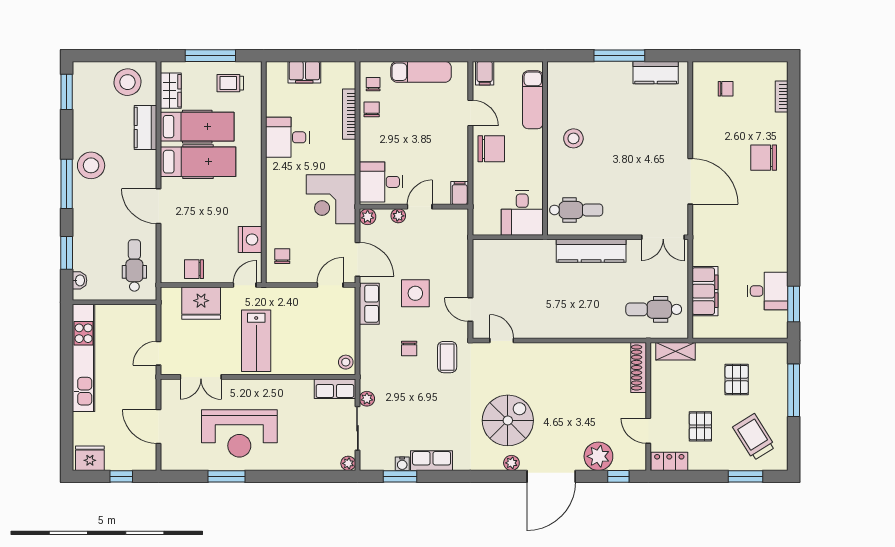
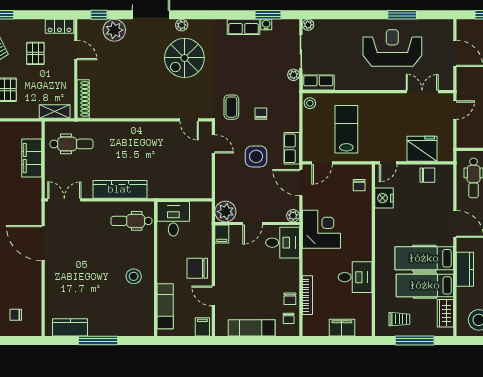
kitchen counter: (146, 127) -> (465, 269), moved
plant: (398, 216) -> (225, 212), moved, width x1.88, depth x1.88
lab bench: (256, 341) -> (346, 129), moved

